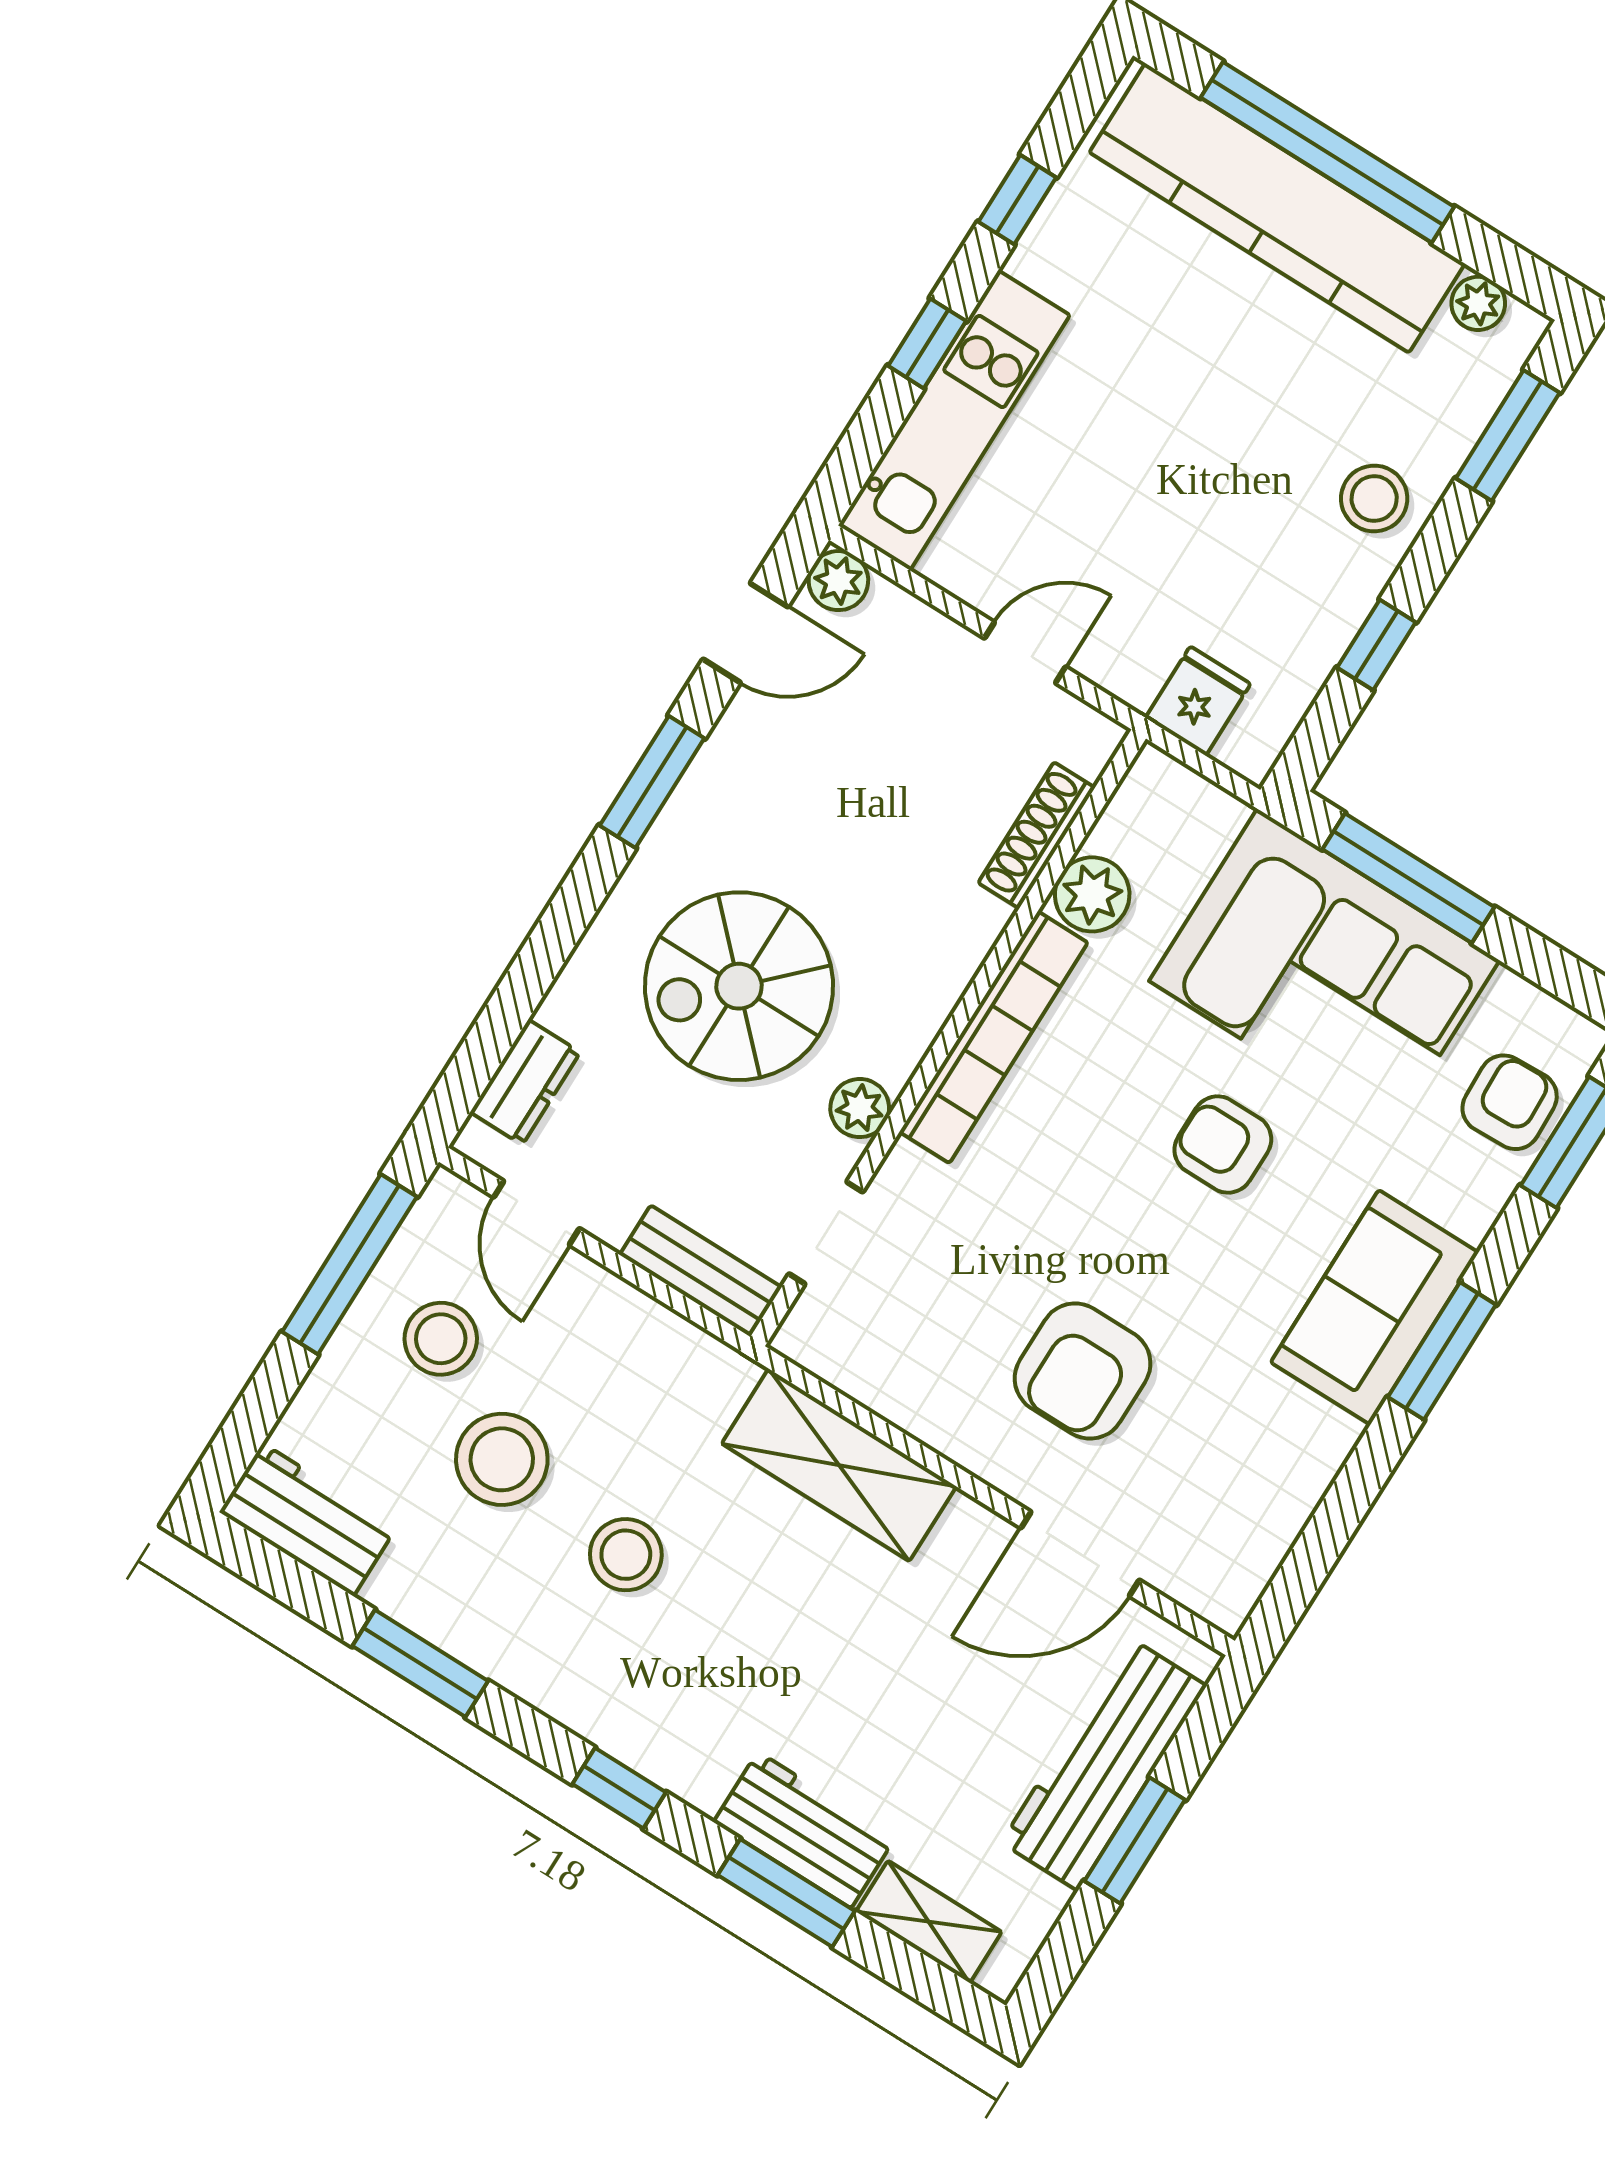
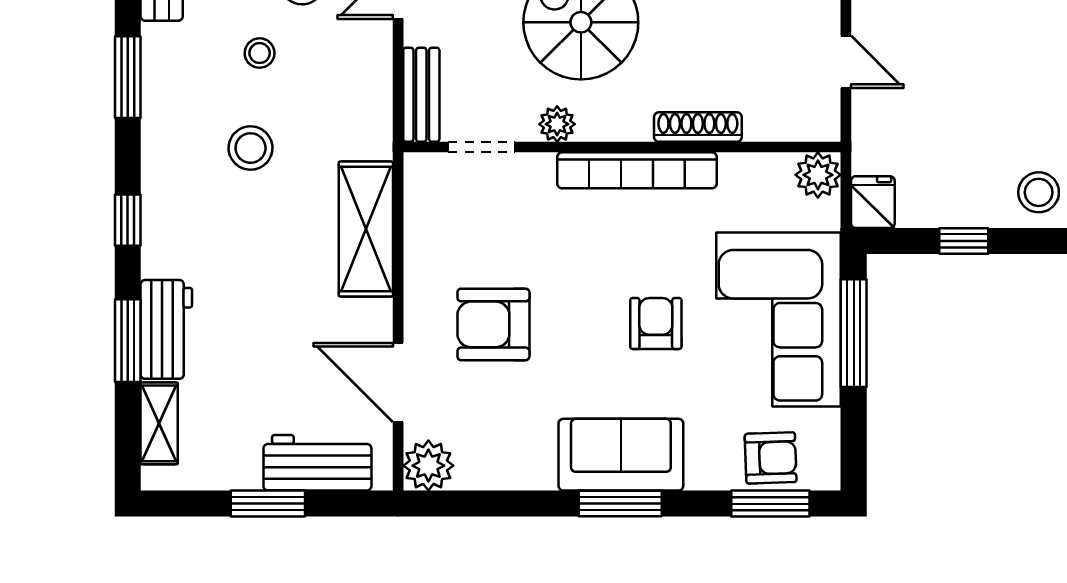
fridge: (1198, 701) -> (873, 202), moved, turned -90
shoe rack: (1037, 835) -> (698, 127), moved
plant: (1092, 894) -> (818, 175), moved
stool: (502, 1459) -> (260, 53), width x0.53, depth x0.53
plant: (1222, 1584) -> (428, 466), added
workbench: (1104, 1764) -> (317, 463), width x0.73

